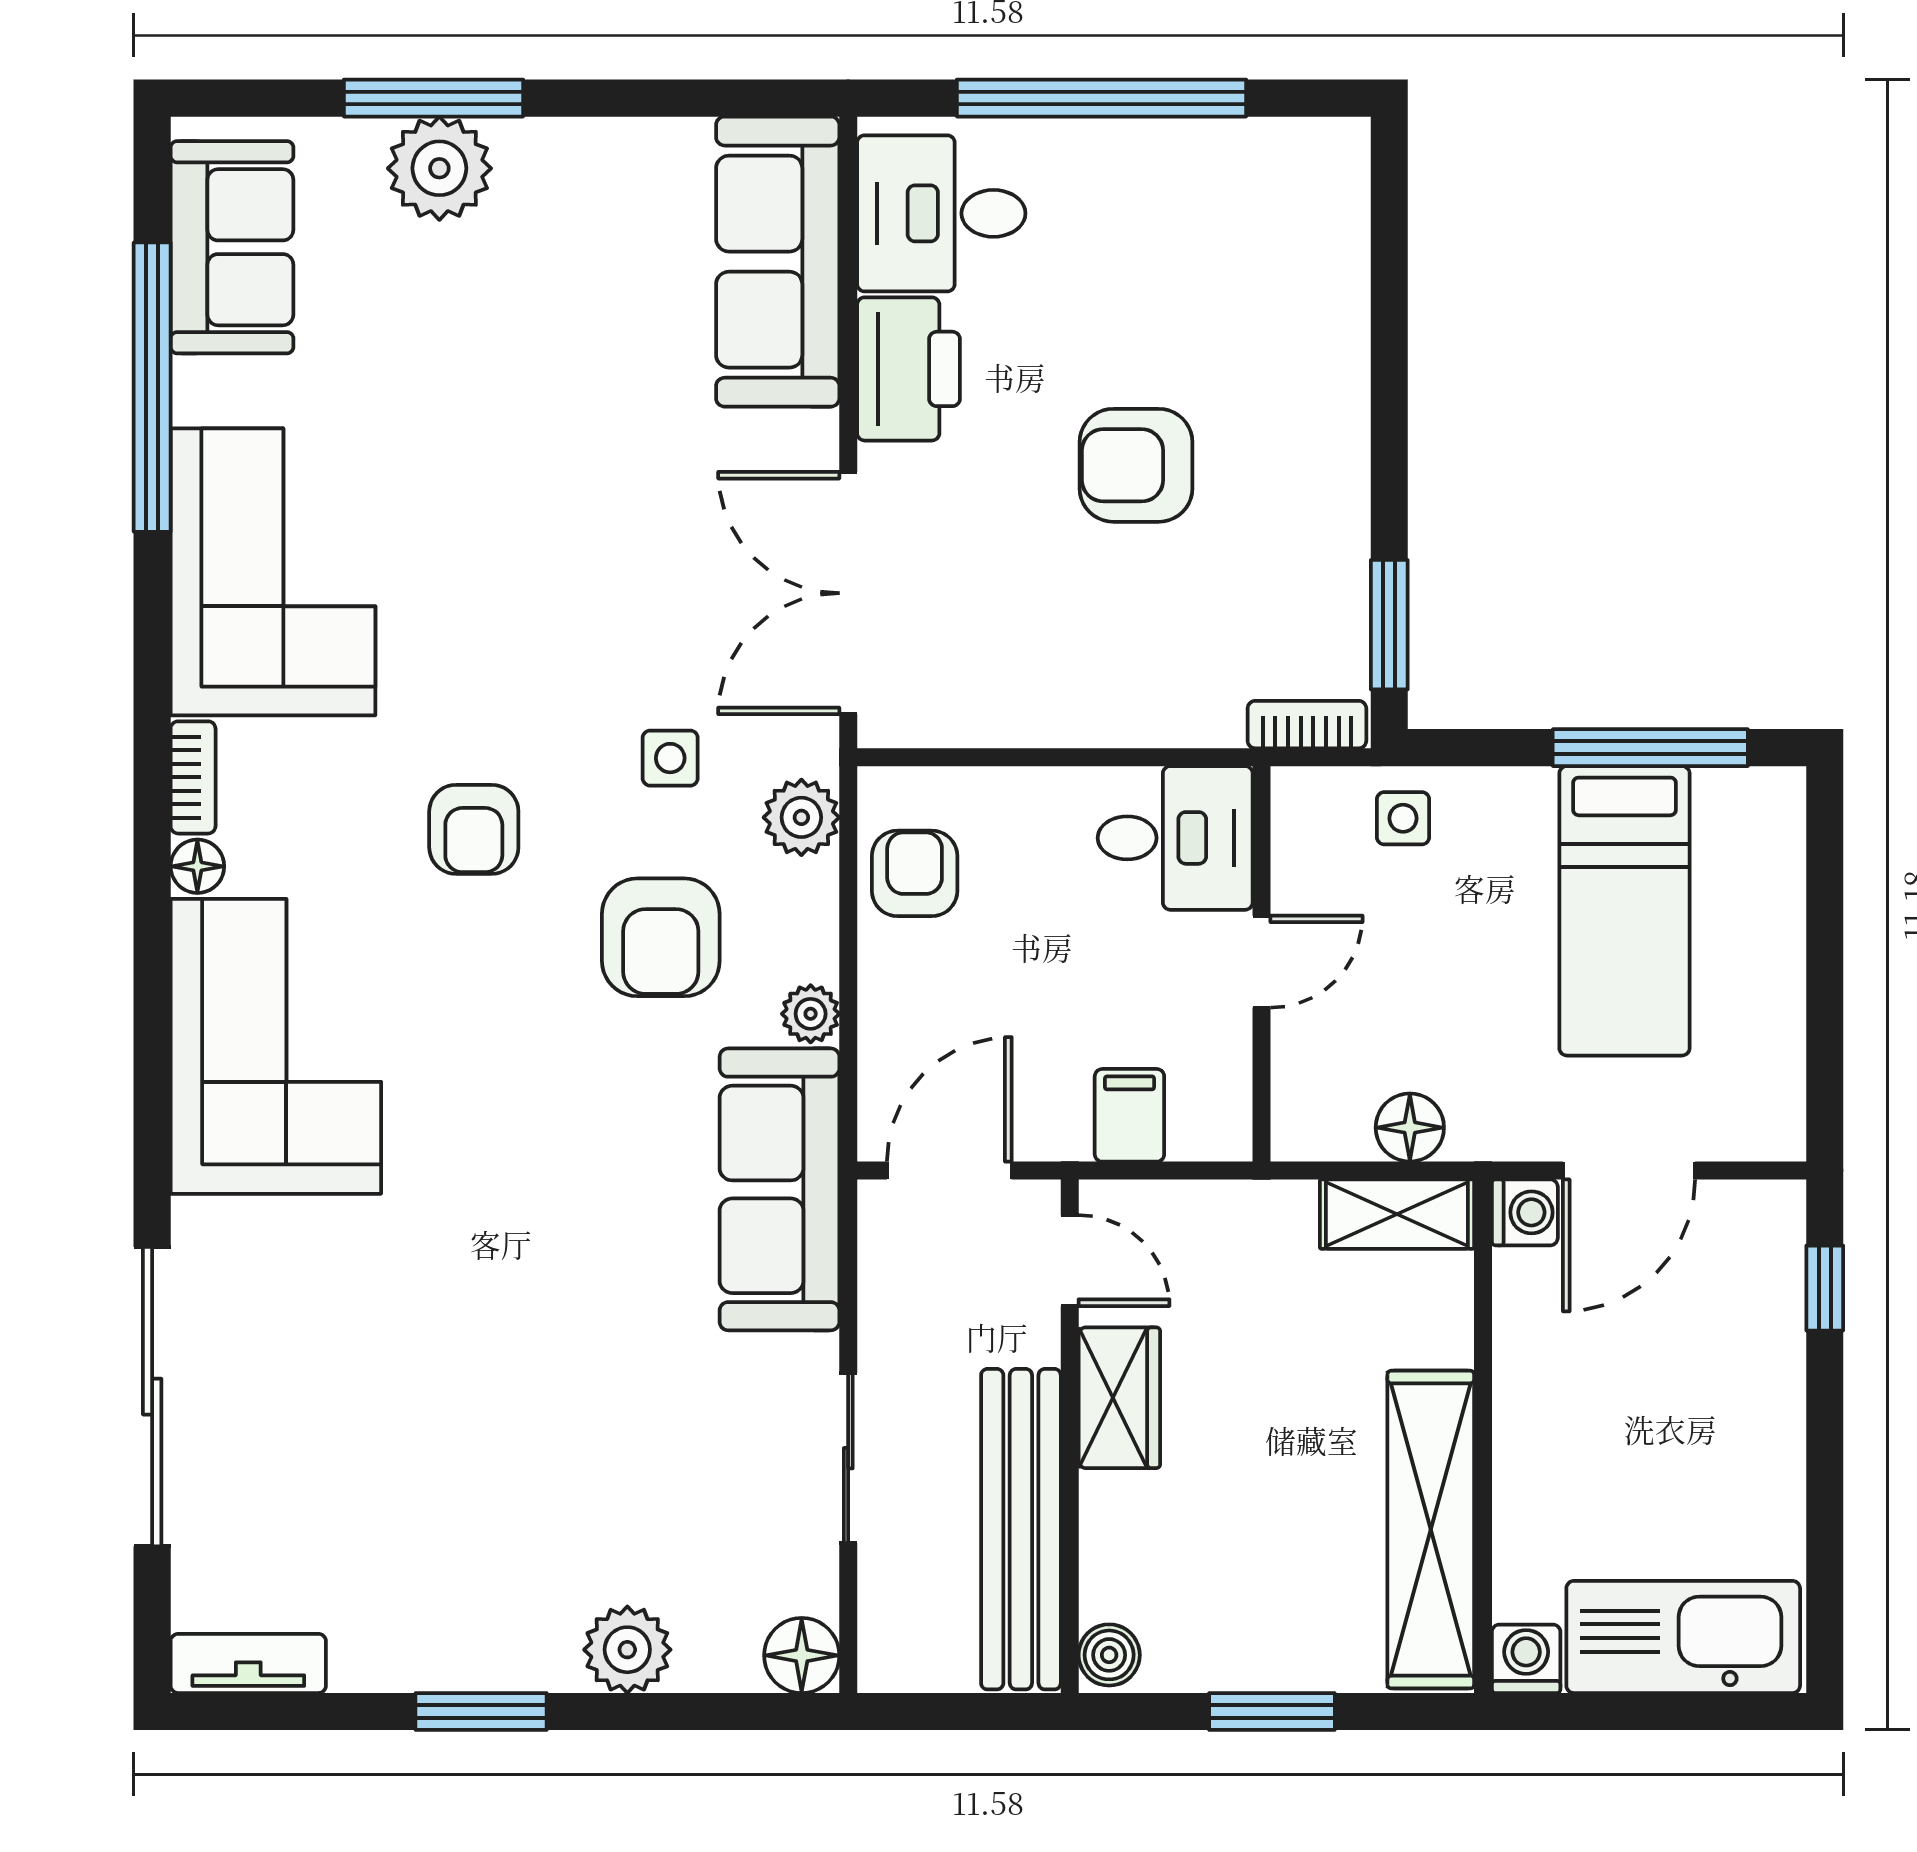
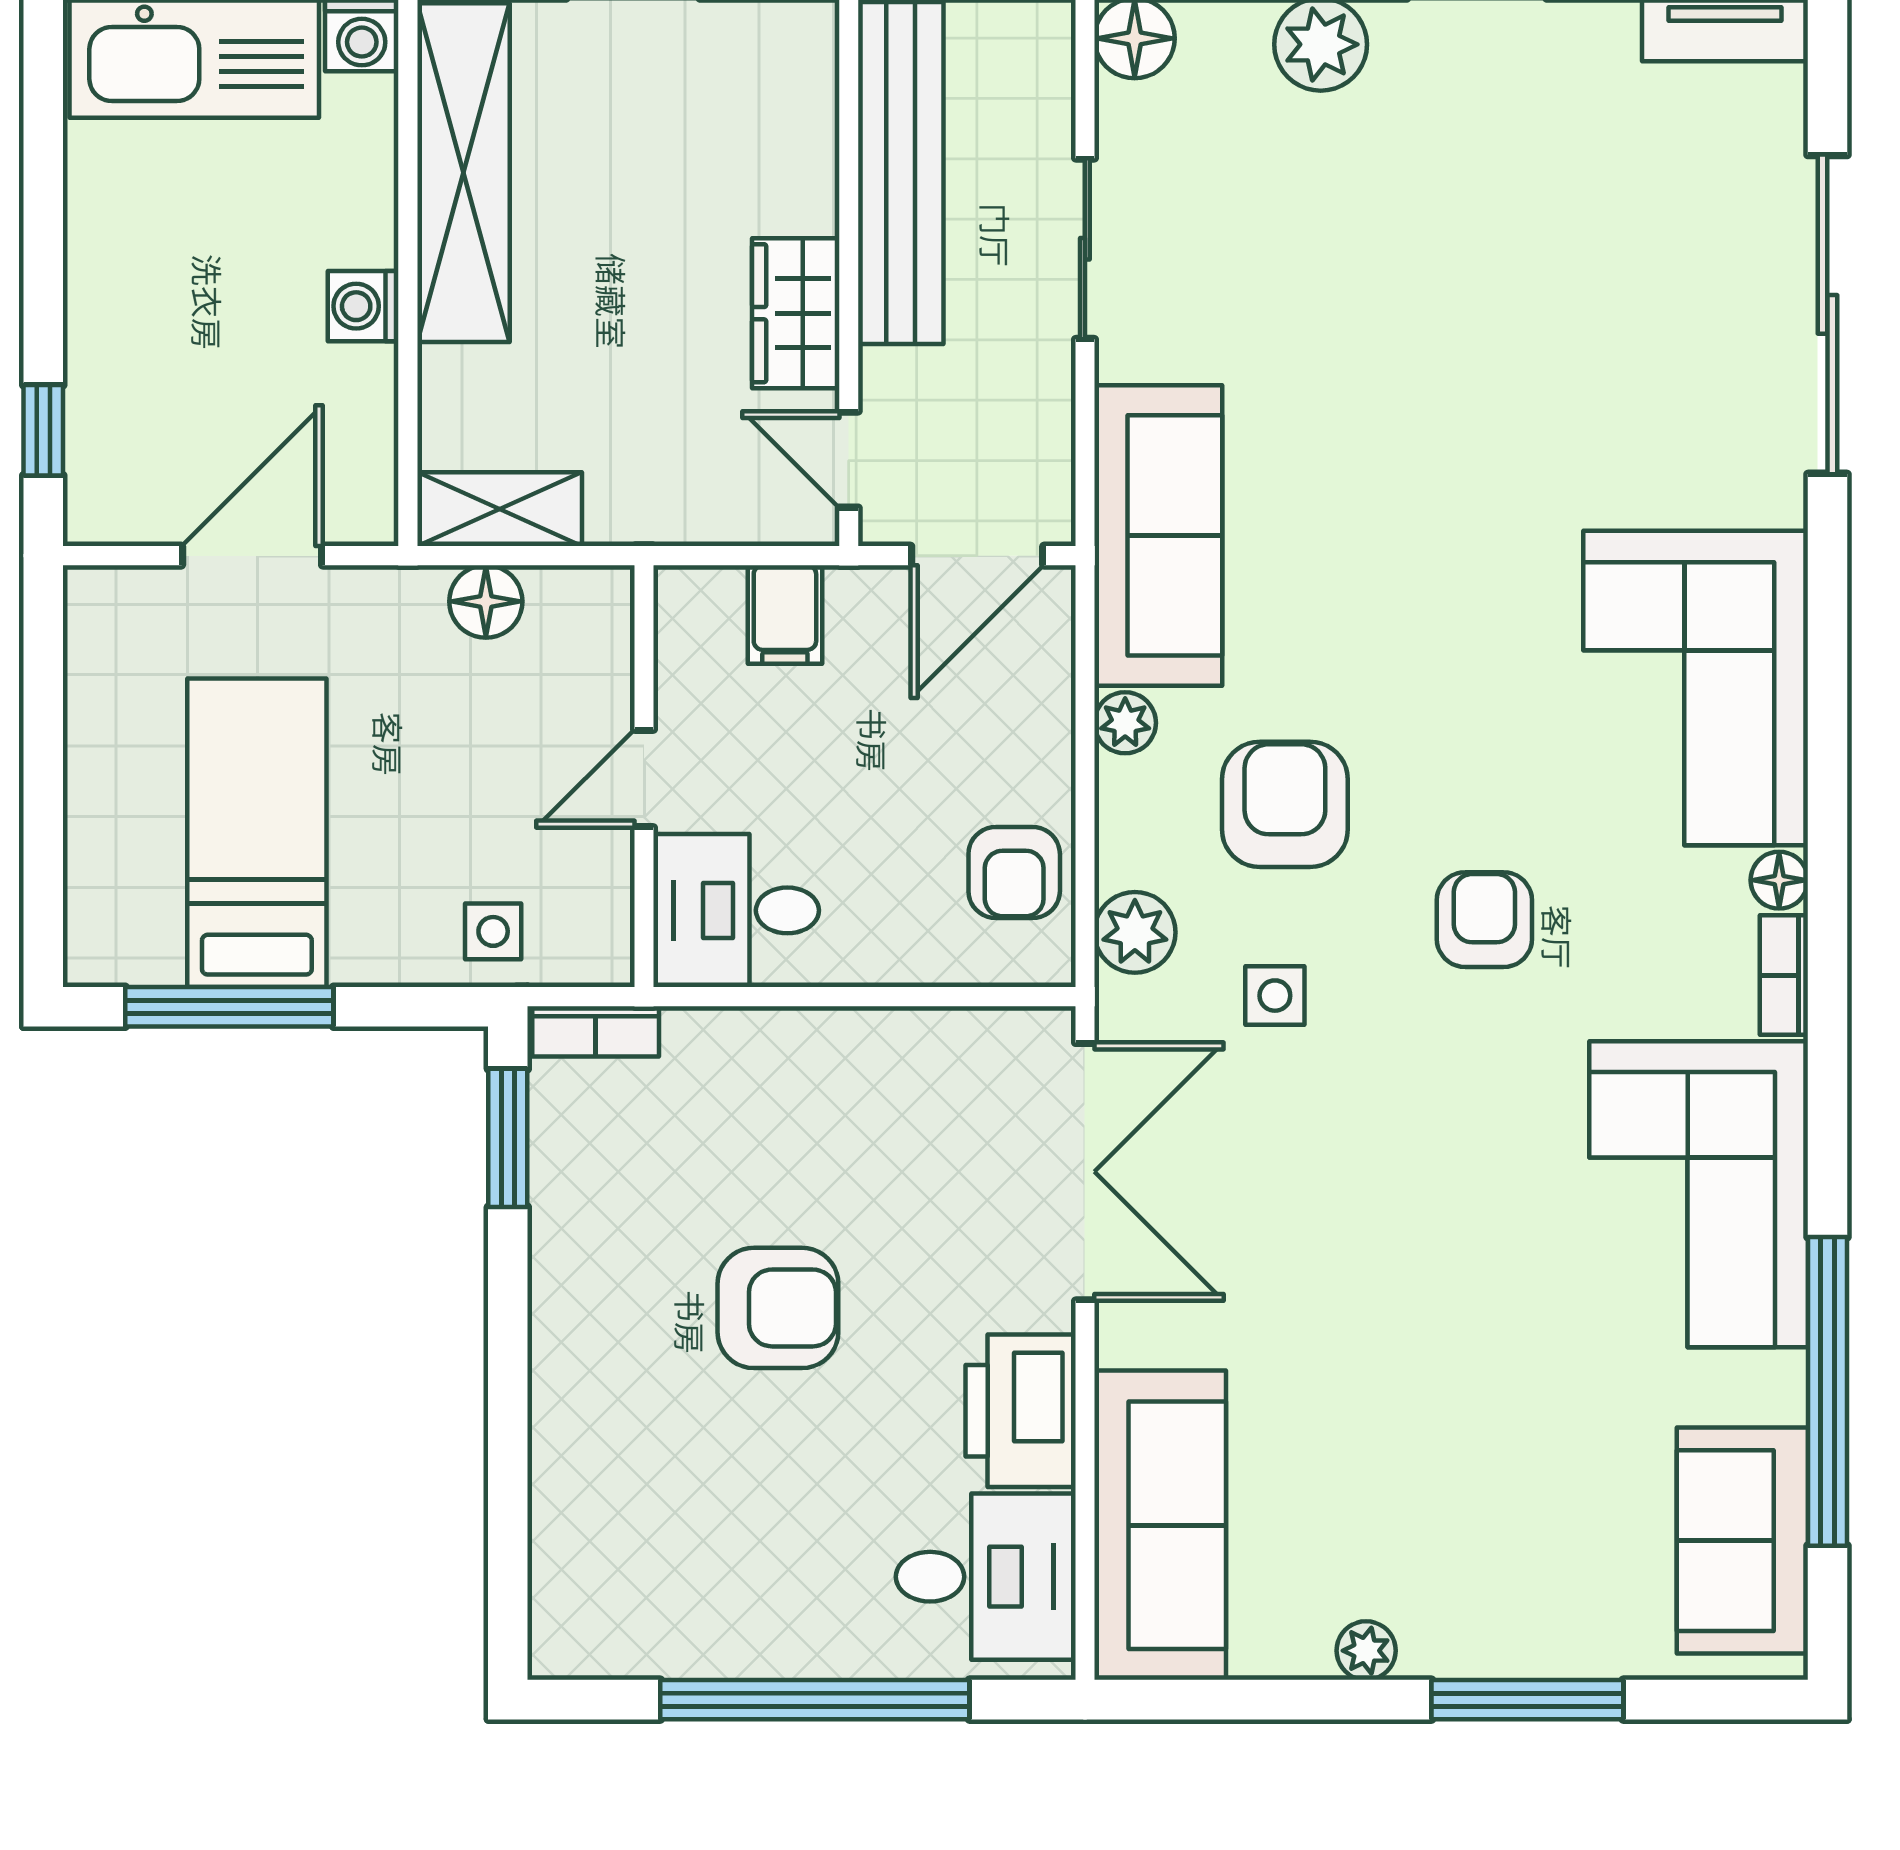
plant: (439, 168) -> (1366, 1651), moved, width x0.53, depth x0.53
washing machine: (1525, 1212) -> (363, 306), moved
boiler: (1109, 1655) -> (807, 39), removed

